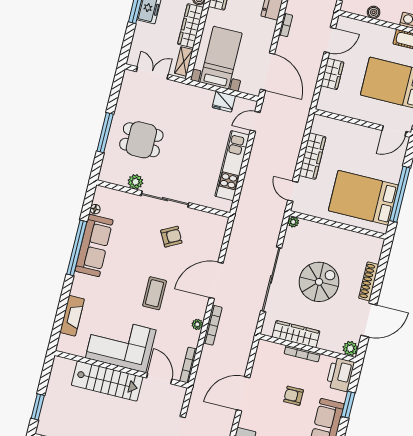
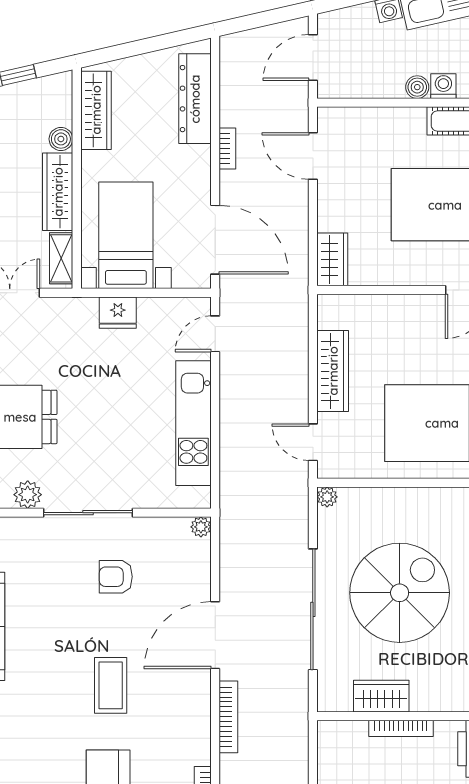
boiler: (374, 12) -> (417, 87), moved
door: (330, 40) -> (313, 156), swing flipped
wardrobe: (332, 74) -> (332, 259), moved
fridge: (224, 102) -> (118, 313), moved
armchair: (171, 237) -> (116, 577), turned -152
spiral stairs: (319, 282) -> (400, 593), width x1.37, depth x1.37
plant: (197, 324) -> (201, 527), moved
wardrobe: (296, 334) -> (381, 696), width x0.67

